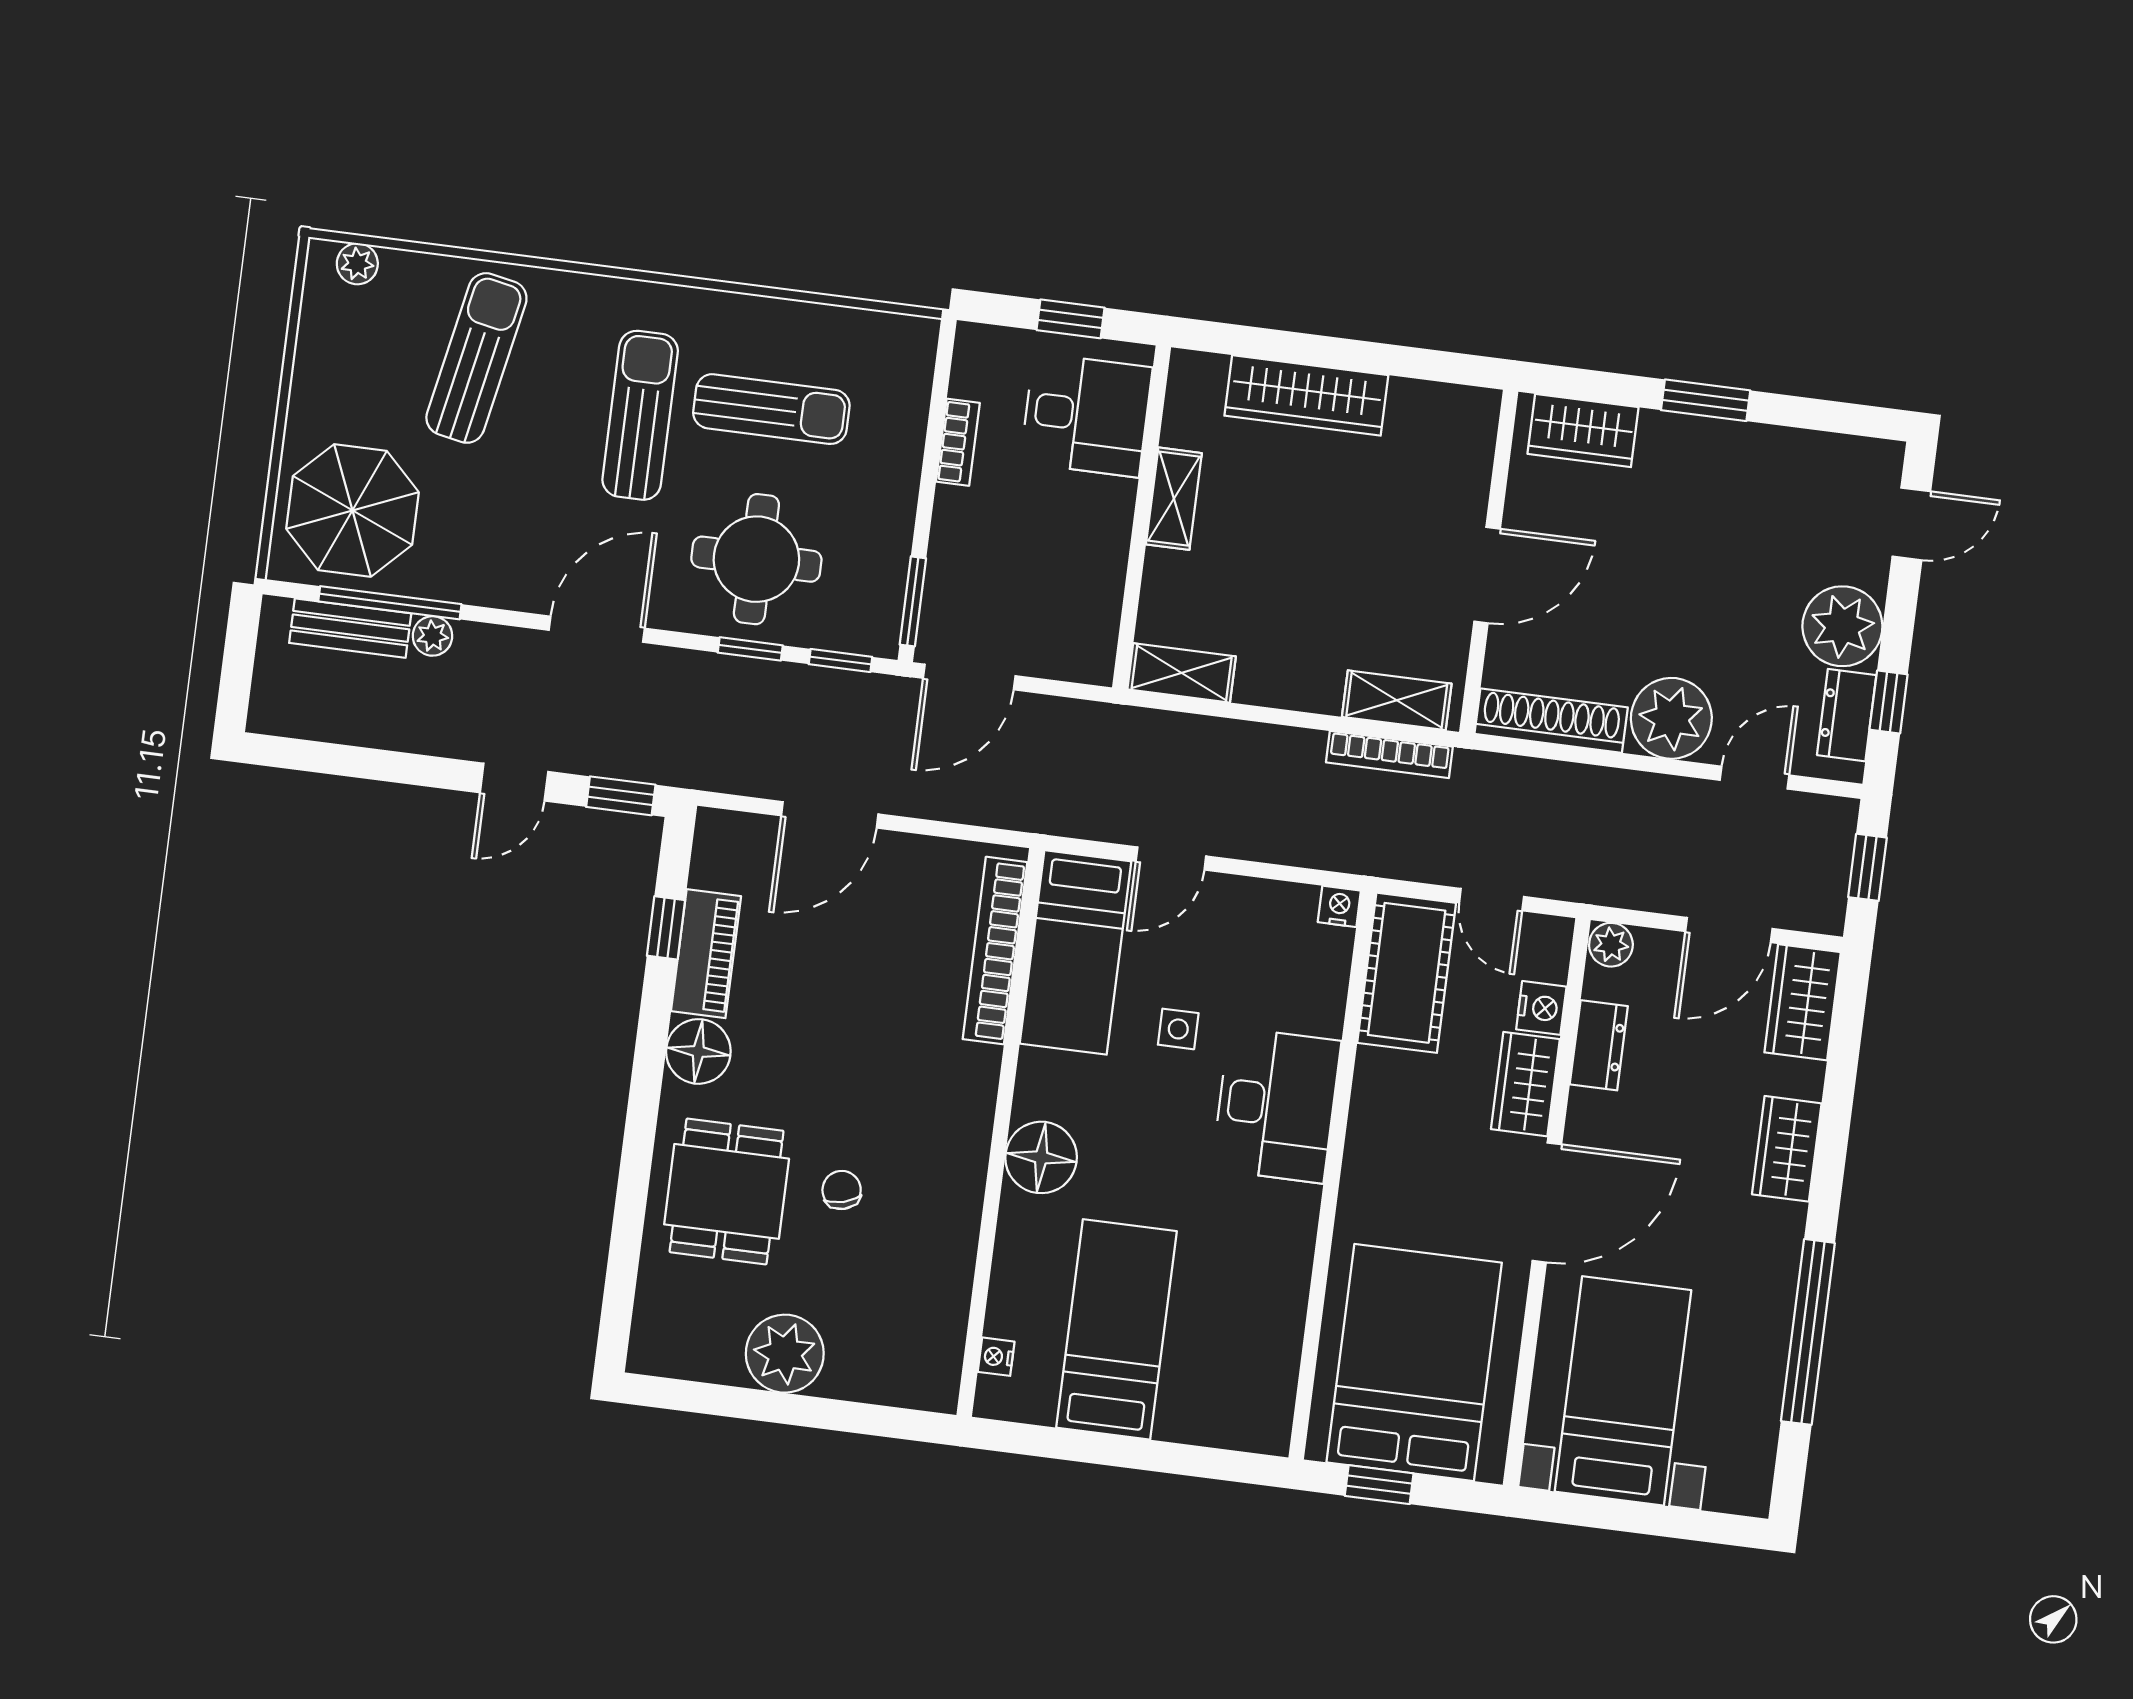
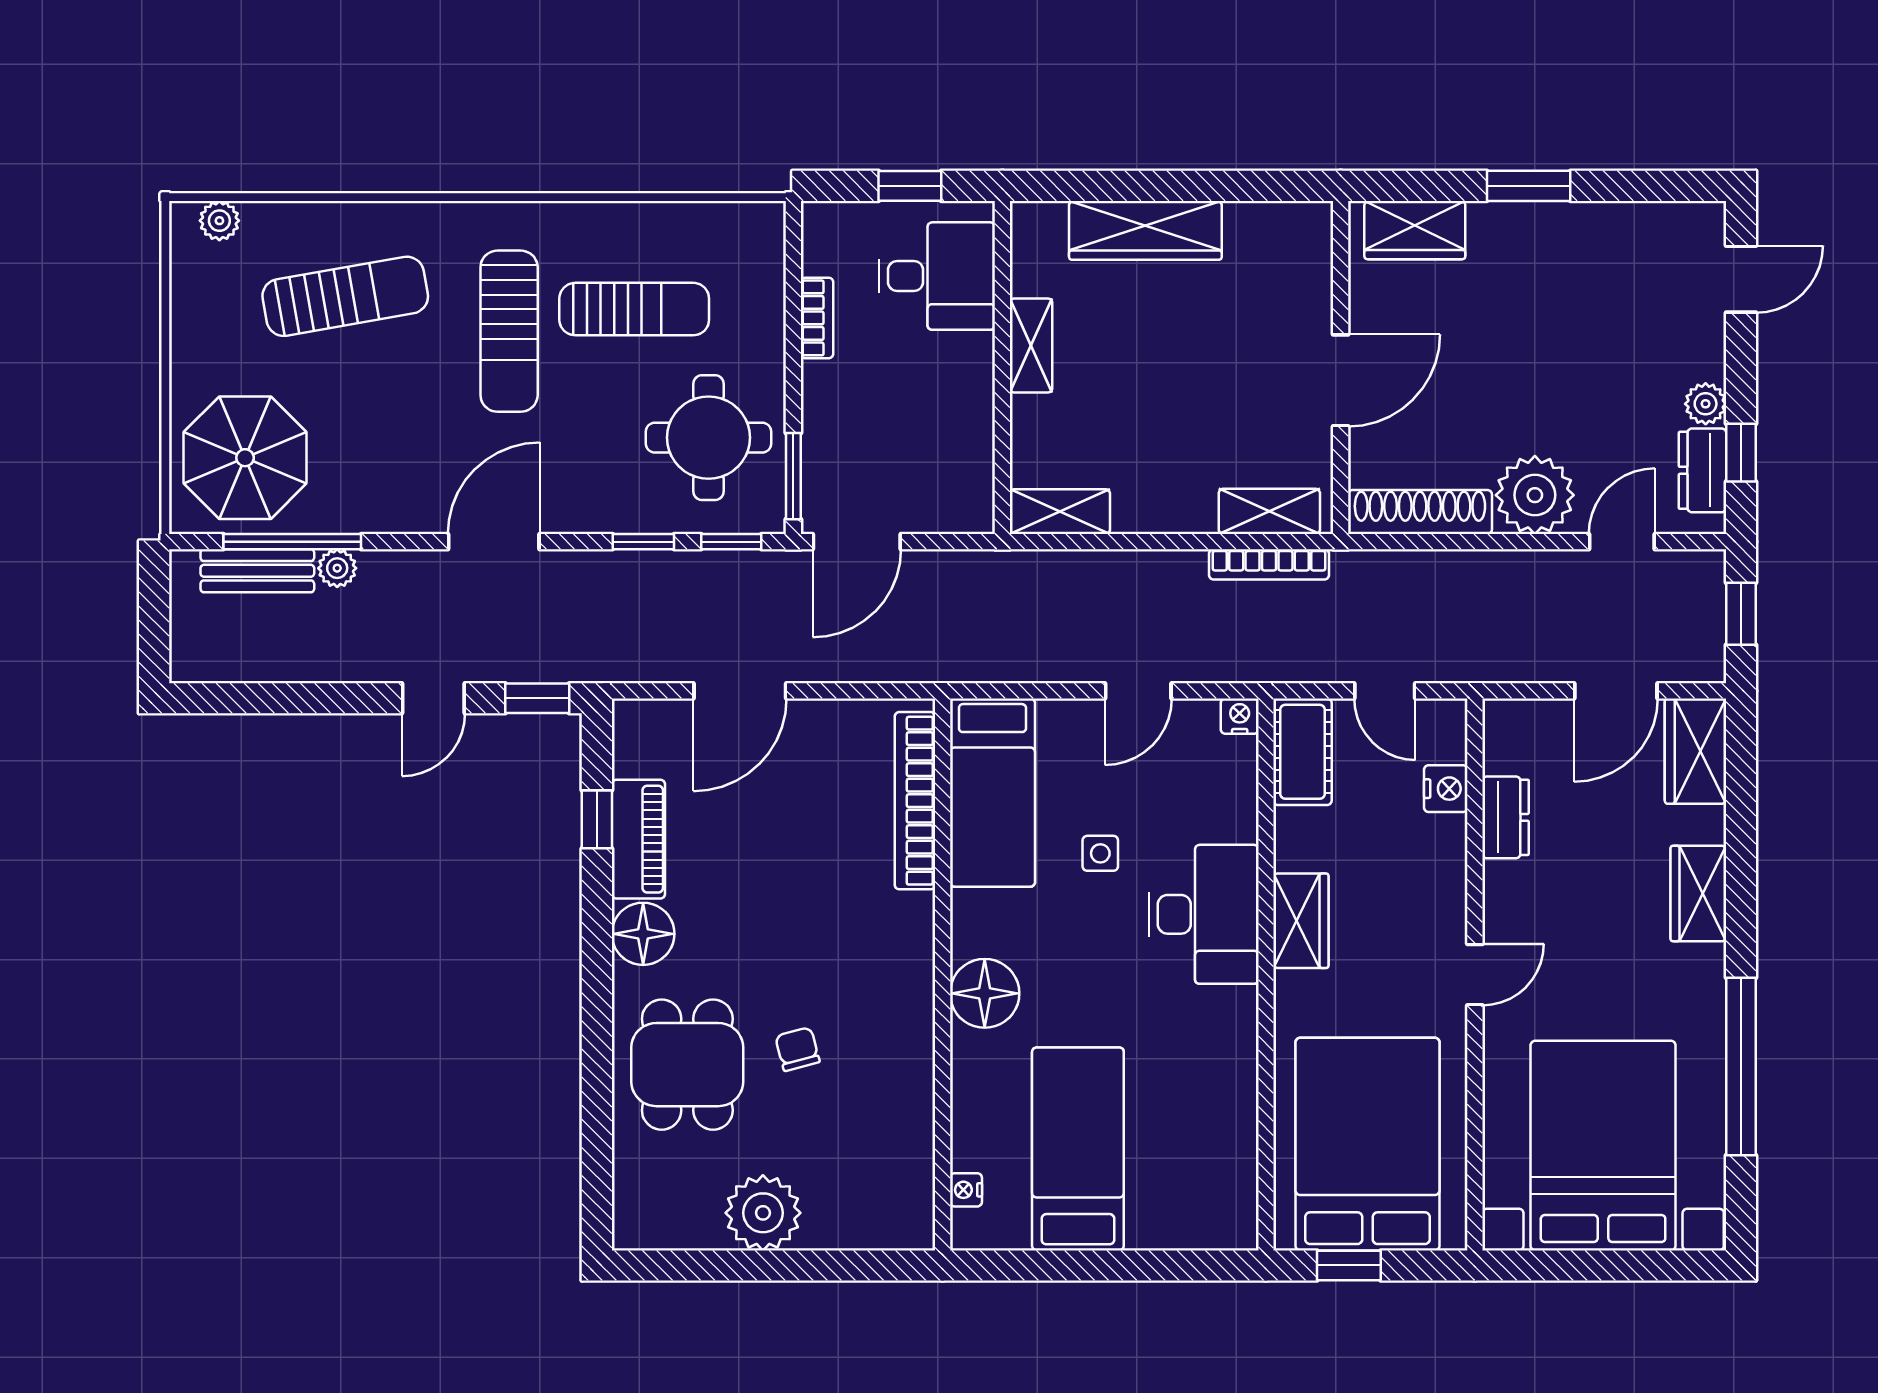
sun lounger: (476, 358) -> (345, 296), turned 69
sun lounger: (640, 415) -> (509, 331), turned 180
round table: (756, 559) -> (708, 438), moved
plant: (1842, 626) -> (1706, 404), width x0.53, depth x0.53
door: (1171, 859) -> (1138, 691), moved
plant: (1611, 945) -> (1505, 719), removed
cot: (1407, 973) -> (1302, 752), width x0.73, depth x0.75
wardrobe: (1525, 1084) -> (1301, 921), moved, turned 180
door: (1547, 1203) -> (1475, 975), width x0.53
bed with nightstands: (1623, 1391) -> (1603, 1146), width x1.36

